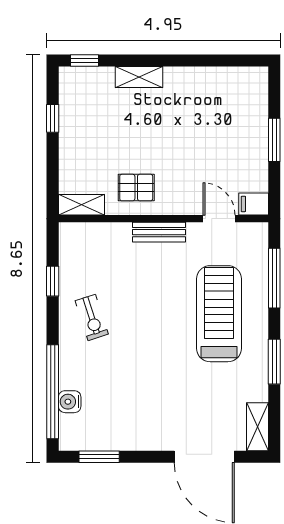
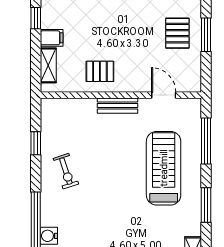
pallet: (237, 138) -> (177, 33), added
filing cabinet: (254, 204) -> (52, 38), moved, turned 180
shelving: (81, 205) -> (48, 65), moved, turned 90

